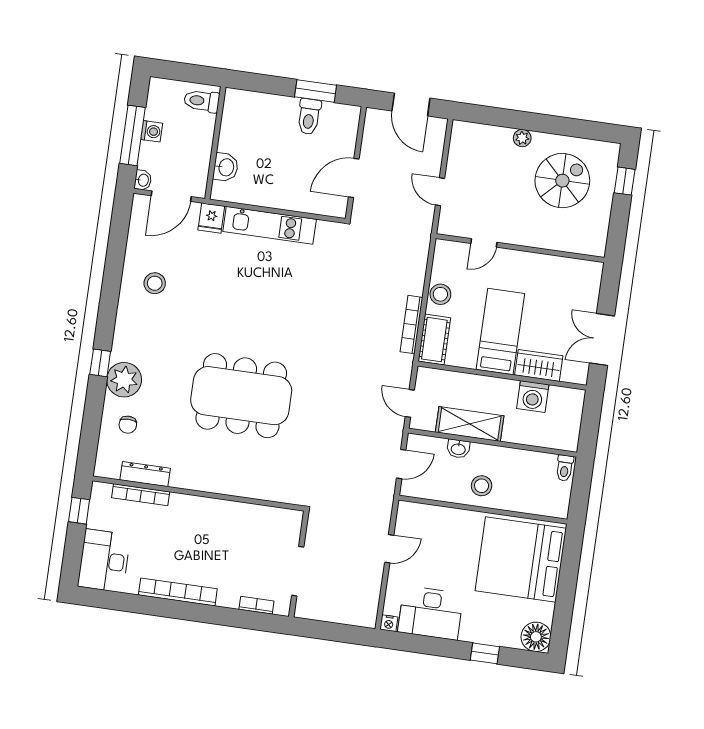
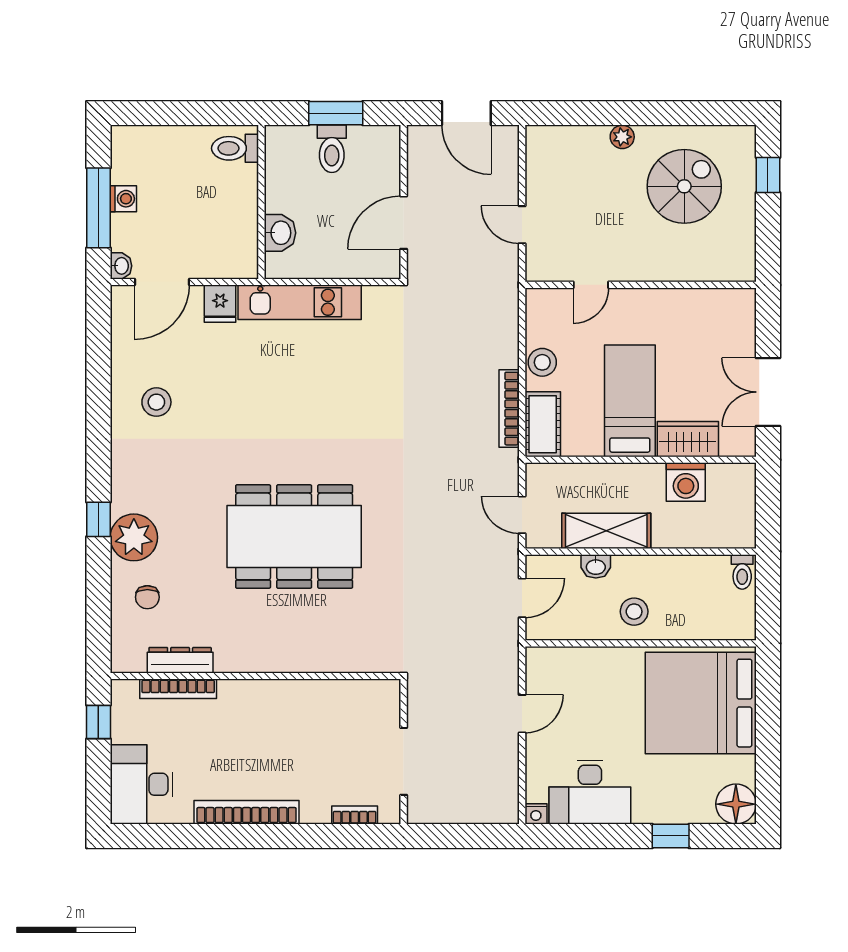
toilet: (202, 101) -> (235, 148), moved
wall: (215, 143) -> (261, 202), moved
washbasin: (226, 167) -> (280, 233), moved

